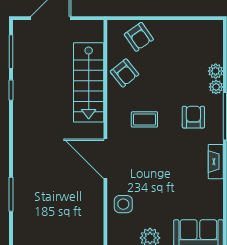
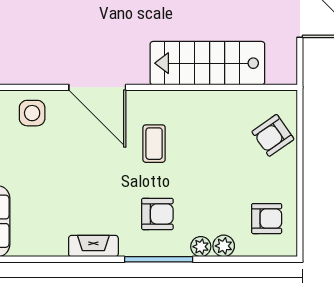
armchair: (124, 73) -> (267, 219), moved, turned -141
door: (105, 159) -> (97, 87), swing flipped

